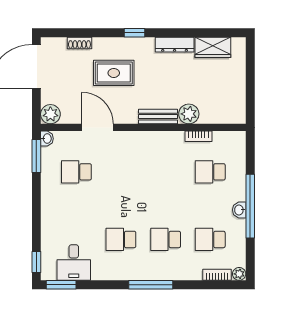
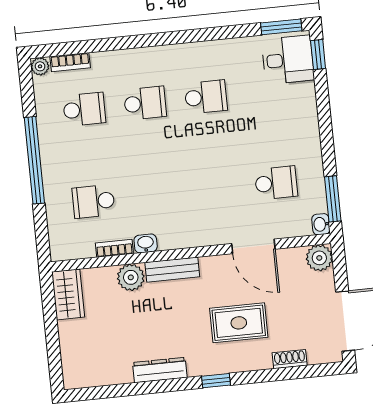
wardrobe: (213, 47) -> (68, 294), moved, turned 90
school desk: (210, 172) -> (94, 201), turned 180
washbasin: (239, 210) -> (146, 243), moved, turned -90
desk: (74, 262) -> (288, 60), moved, turned 90
window: (151, 285) -> (159, 39), removed

